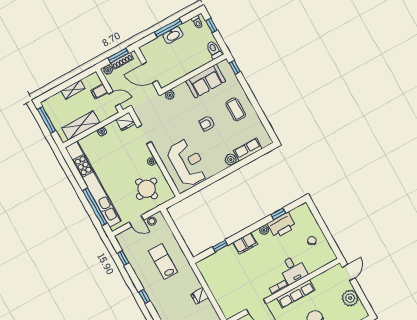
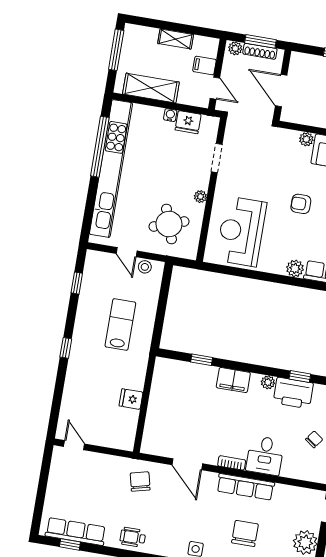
plant: (170, 95) -> (306, 139), moved
fridge: (125, 122) -> (188, 122), moved
reception desk: (187, 163) -> (241, 231), turned 180
window: (95, 207) -> (100, 147), moved

